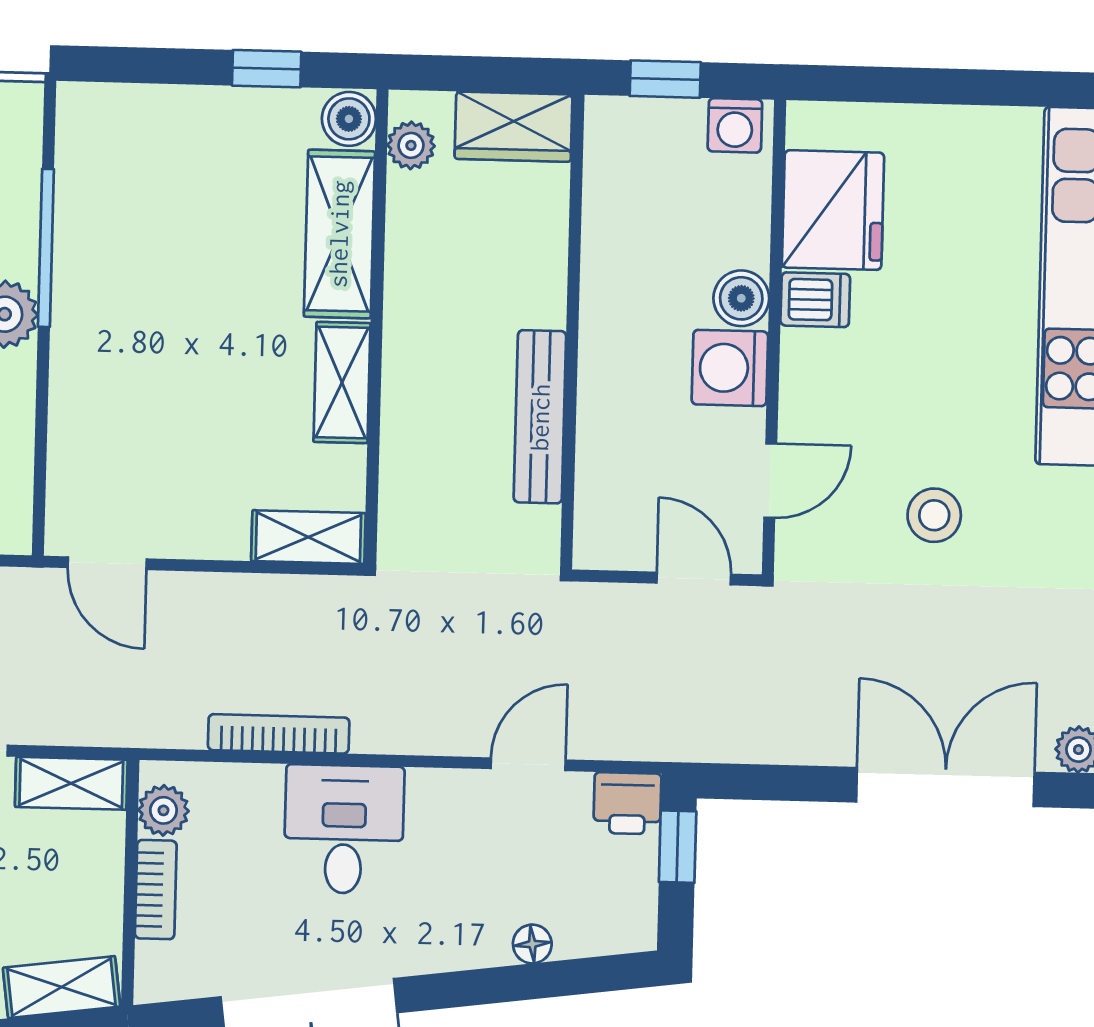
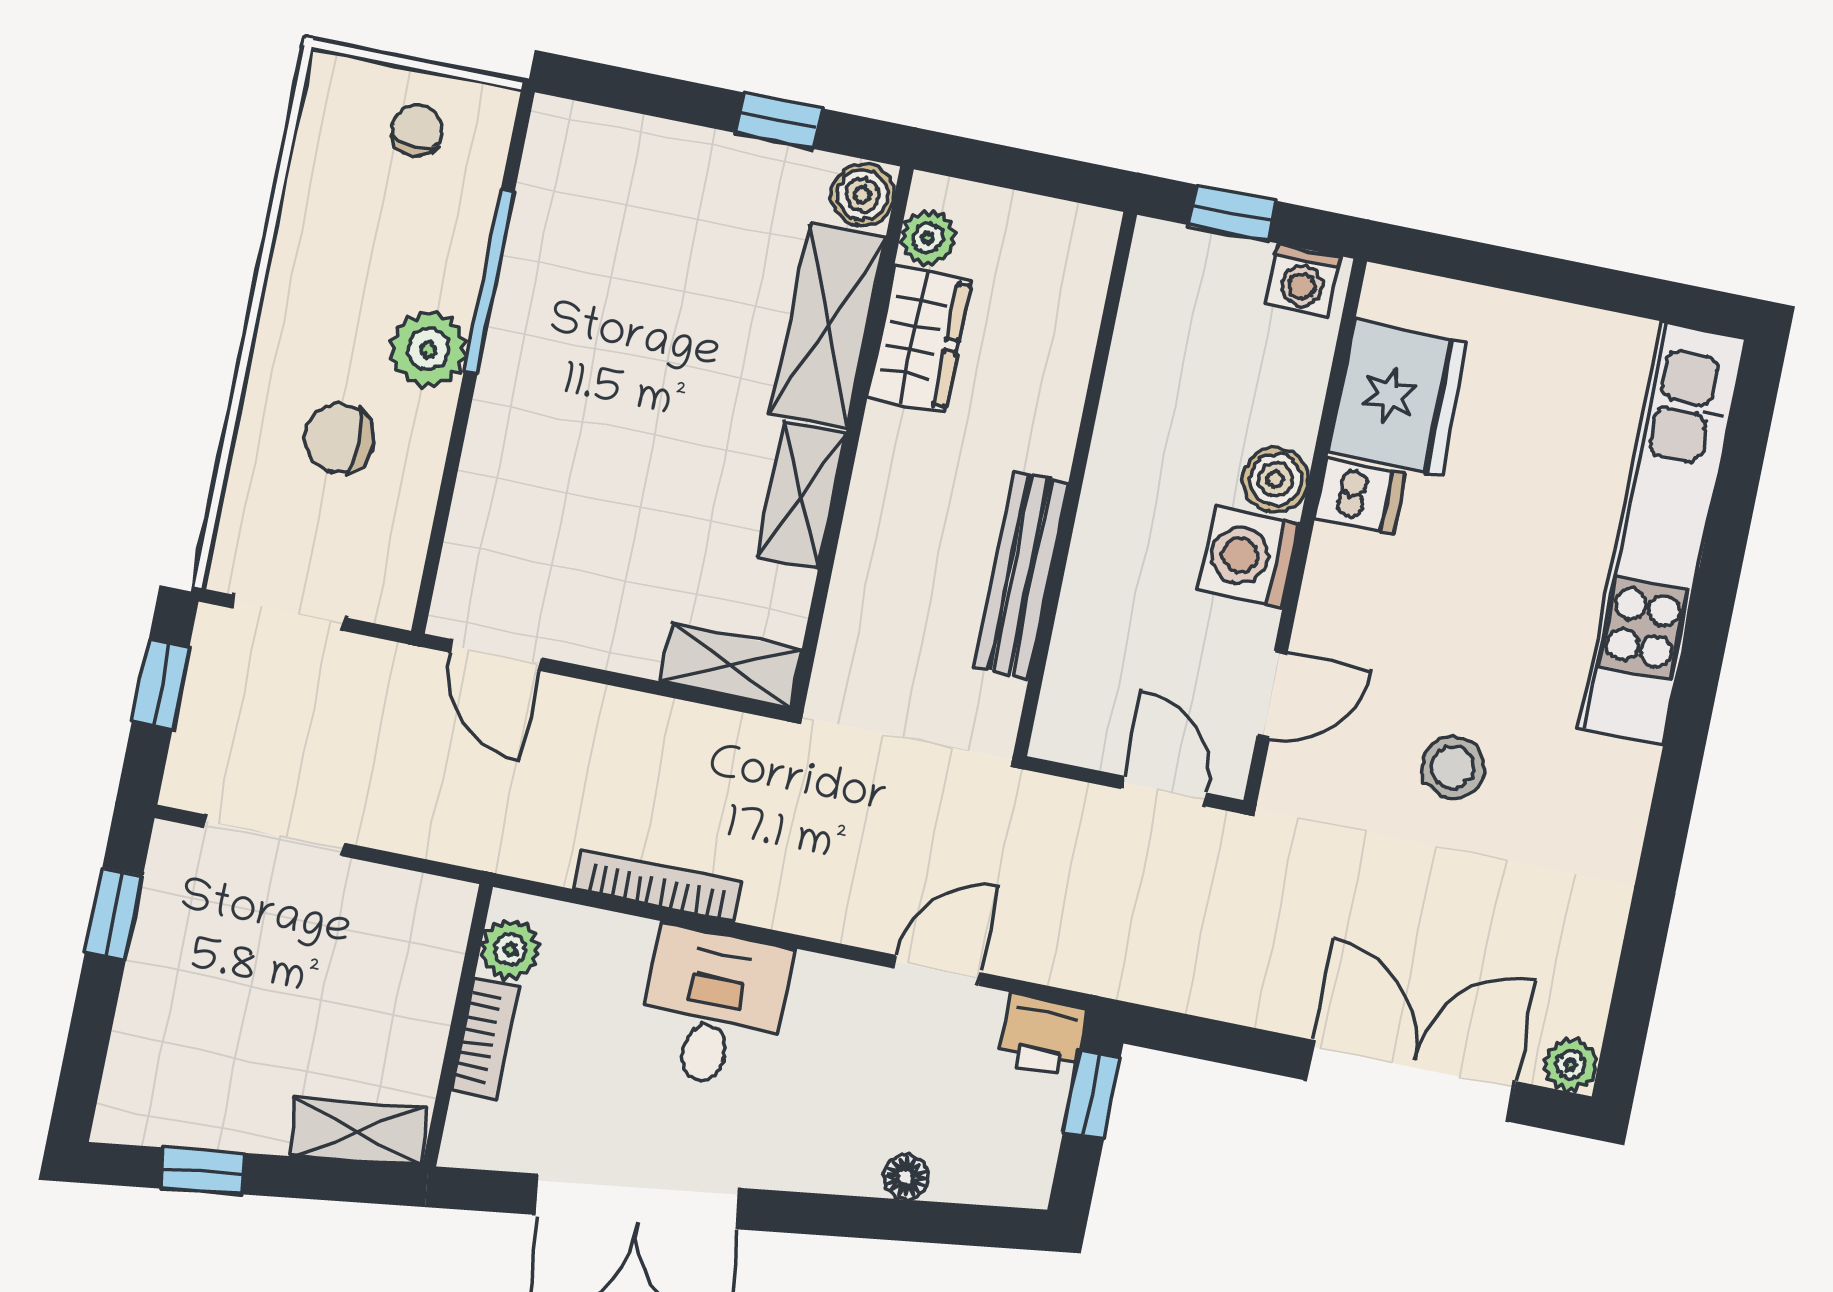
wardrobe: (514, 127) -> (919, 339), moved, turned -90
shelving: (71, 783) -> (410, 900), removed

